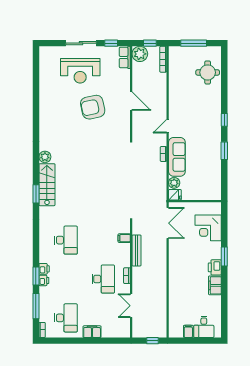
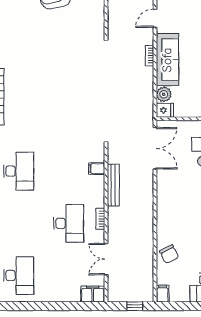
chair: (178, 302) -> (169, 254), added
filing cabinet: (188, 331) -> (163, 294), moved
filing cabinet: (92, 332) -> (93, 294), moved

